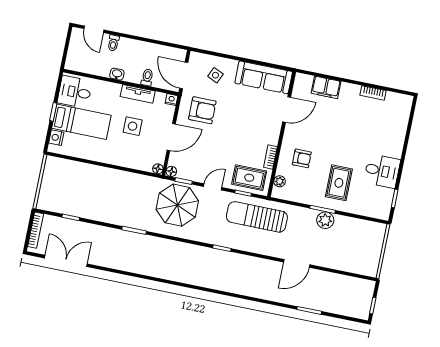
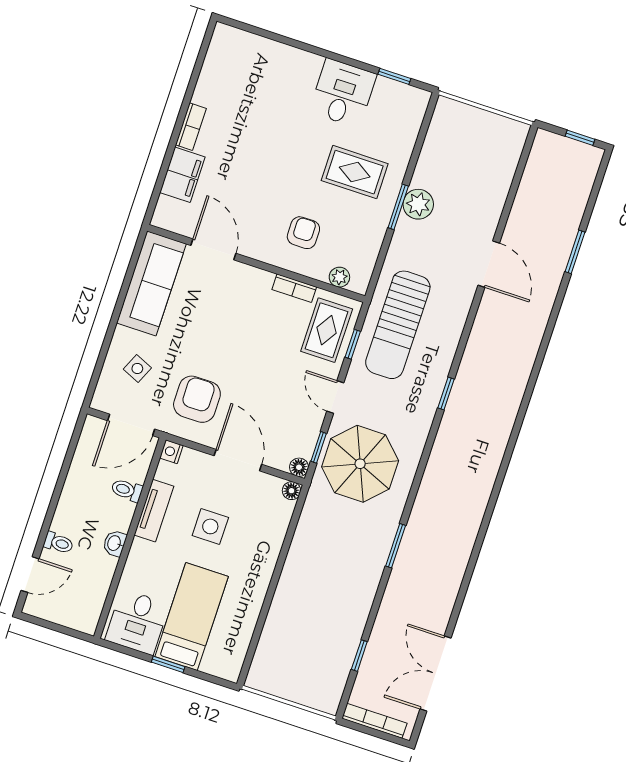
bookcase: (373, 93) -> (191, 127), moved
nightstand: (56, 138) -> (214, 664), removed

